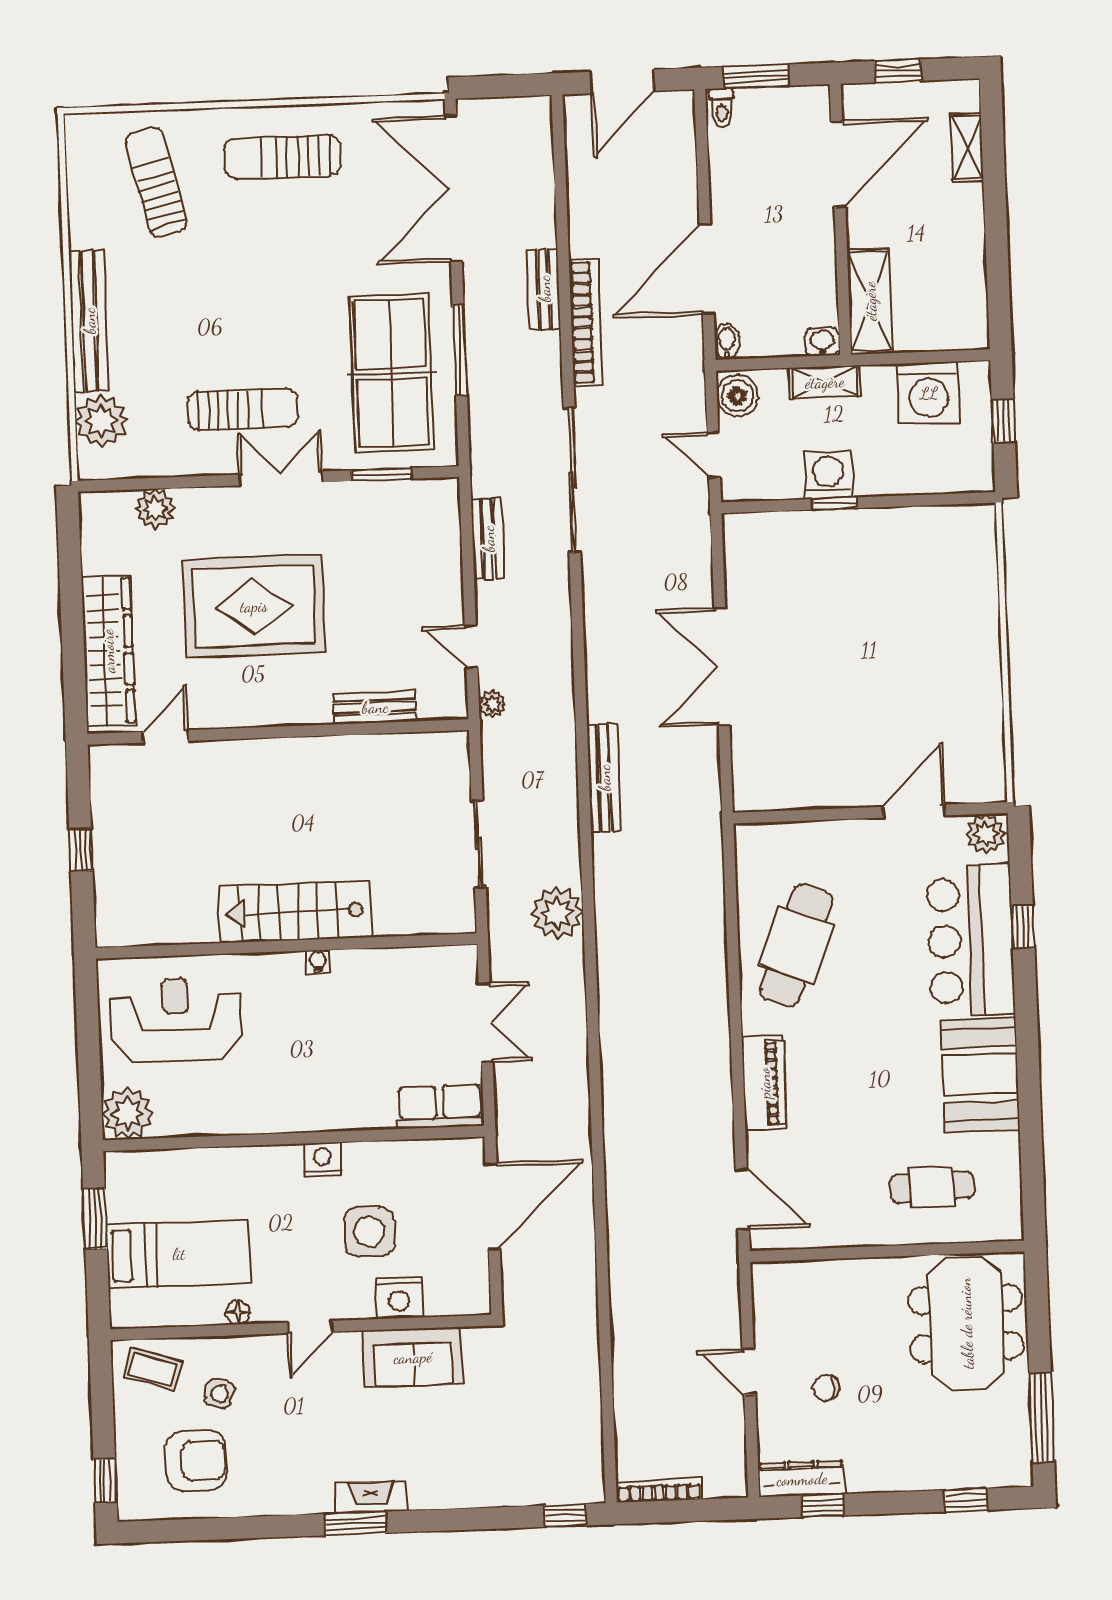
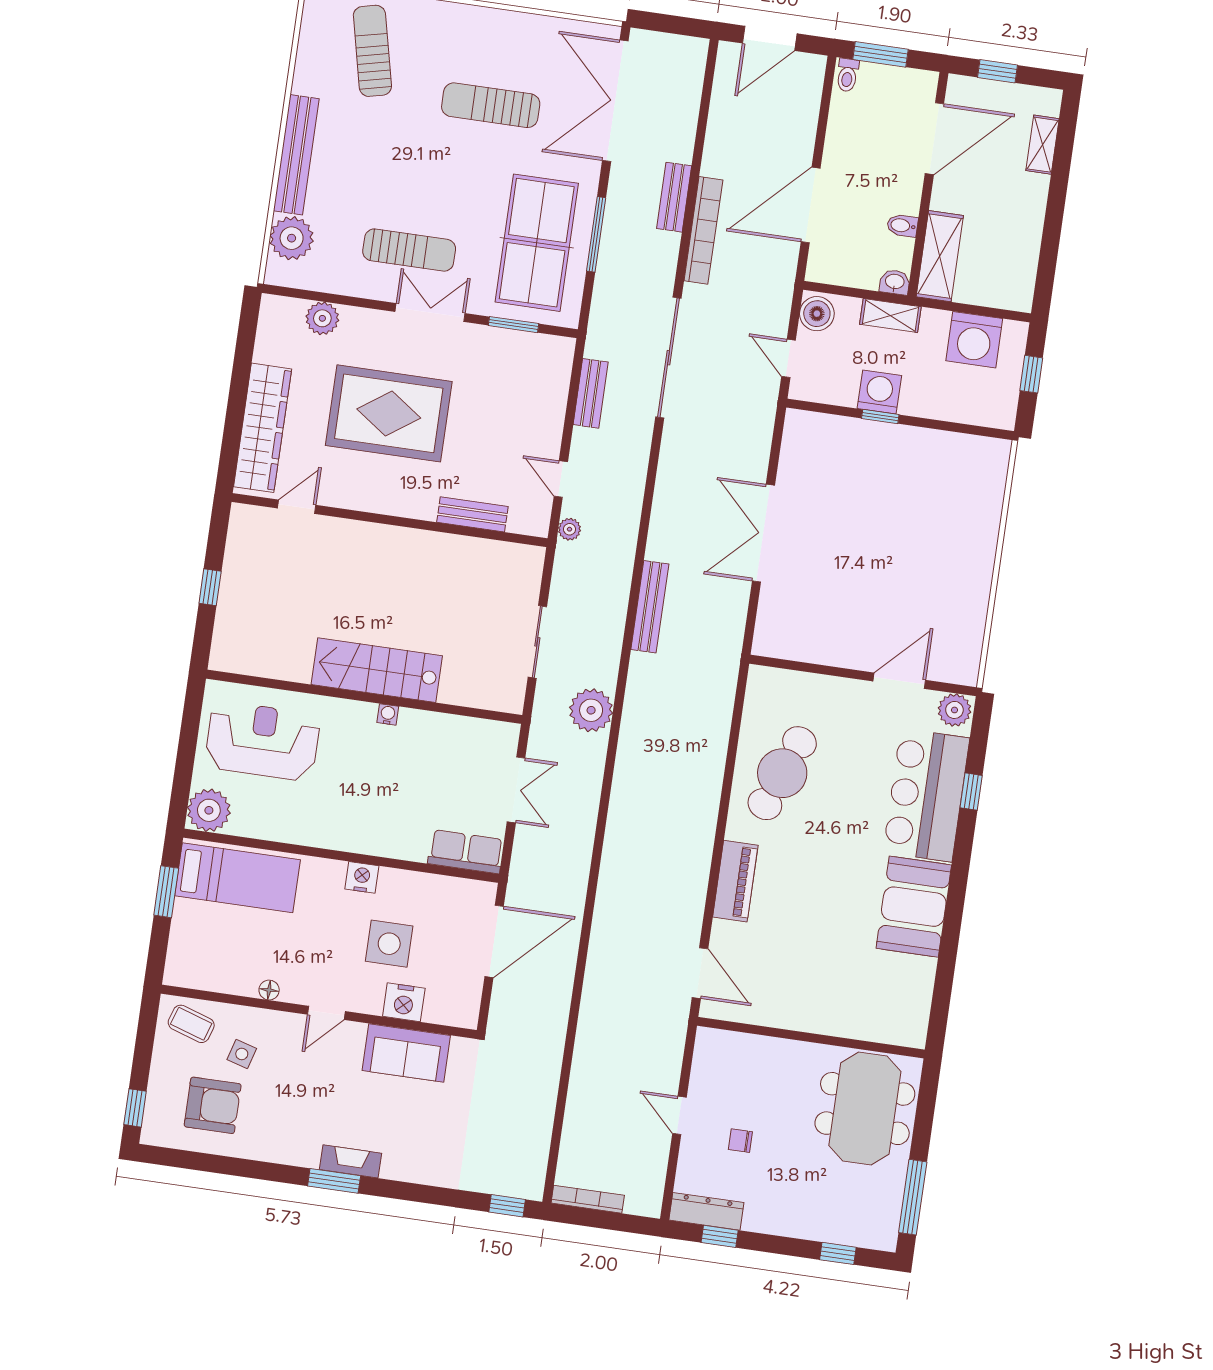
sun lounger: (282, 157) -> (491, 105), moved
bidet: (727, 342) -> (902, 226), moved, turned -90
cafe table: (932, 1187) -> (857, 991), removed
bed: (179, 1254) -> (237, 878), moved

